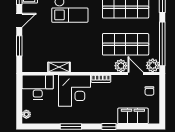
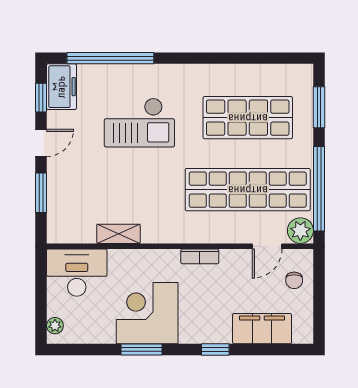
shop shelf: (126, 44) -> (248, 190), width x1.40
plant: (121, 66) -> (238, 231), removed
door: (136, 73) -> (267, 246), swing flipped
corner desk: (75, 91) -> (147, 313), moved, turned 180

